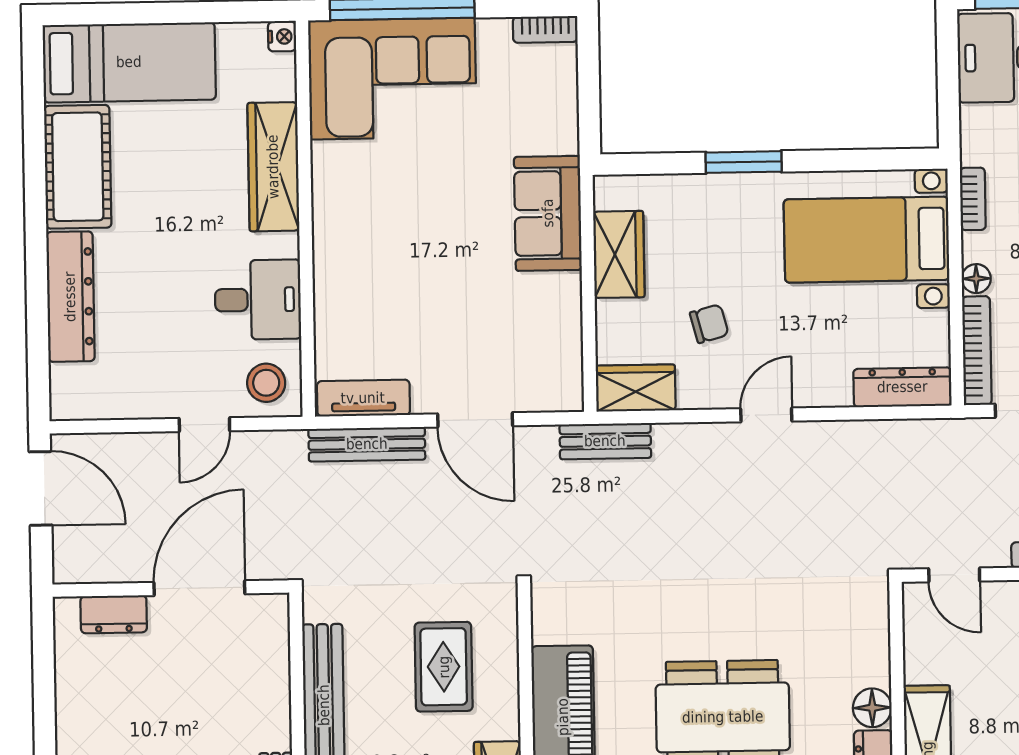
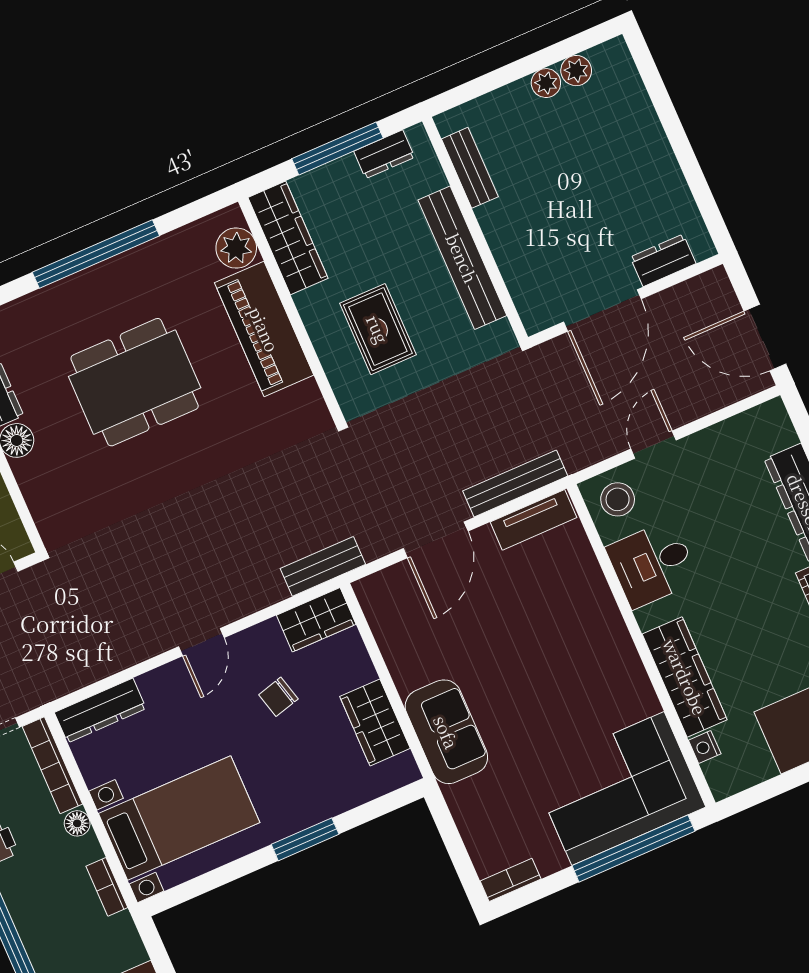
nightstand: (282, 36) -> (705, 747), moved
door: (475, 420) -> (436, 540), swing flipped

